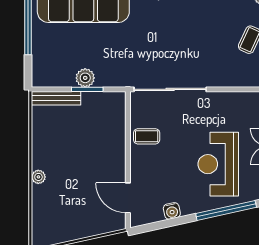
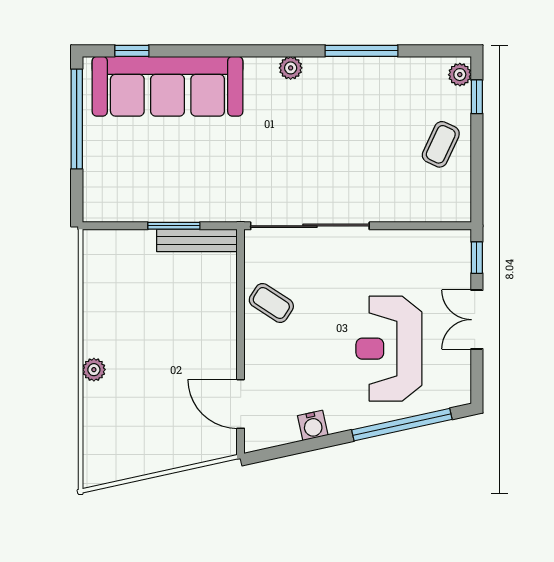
plant: (85, 78) -> (171, 207), removed
bench: (56, 98) -> (197, 240), moved
coffee table: (147, 136) -> (271, 303), turned 33

